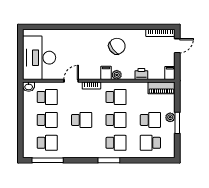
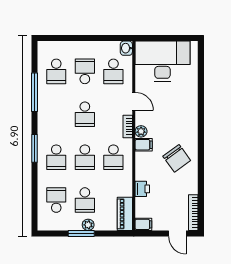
plant: (117, 75) -> (141, 131), moved
school desk: (47, 120) -> (85, 71), turned 180
window: (48, 160) -> (34, 92), moved

